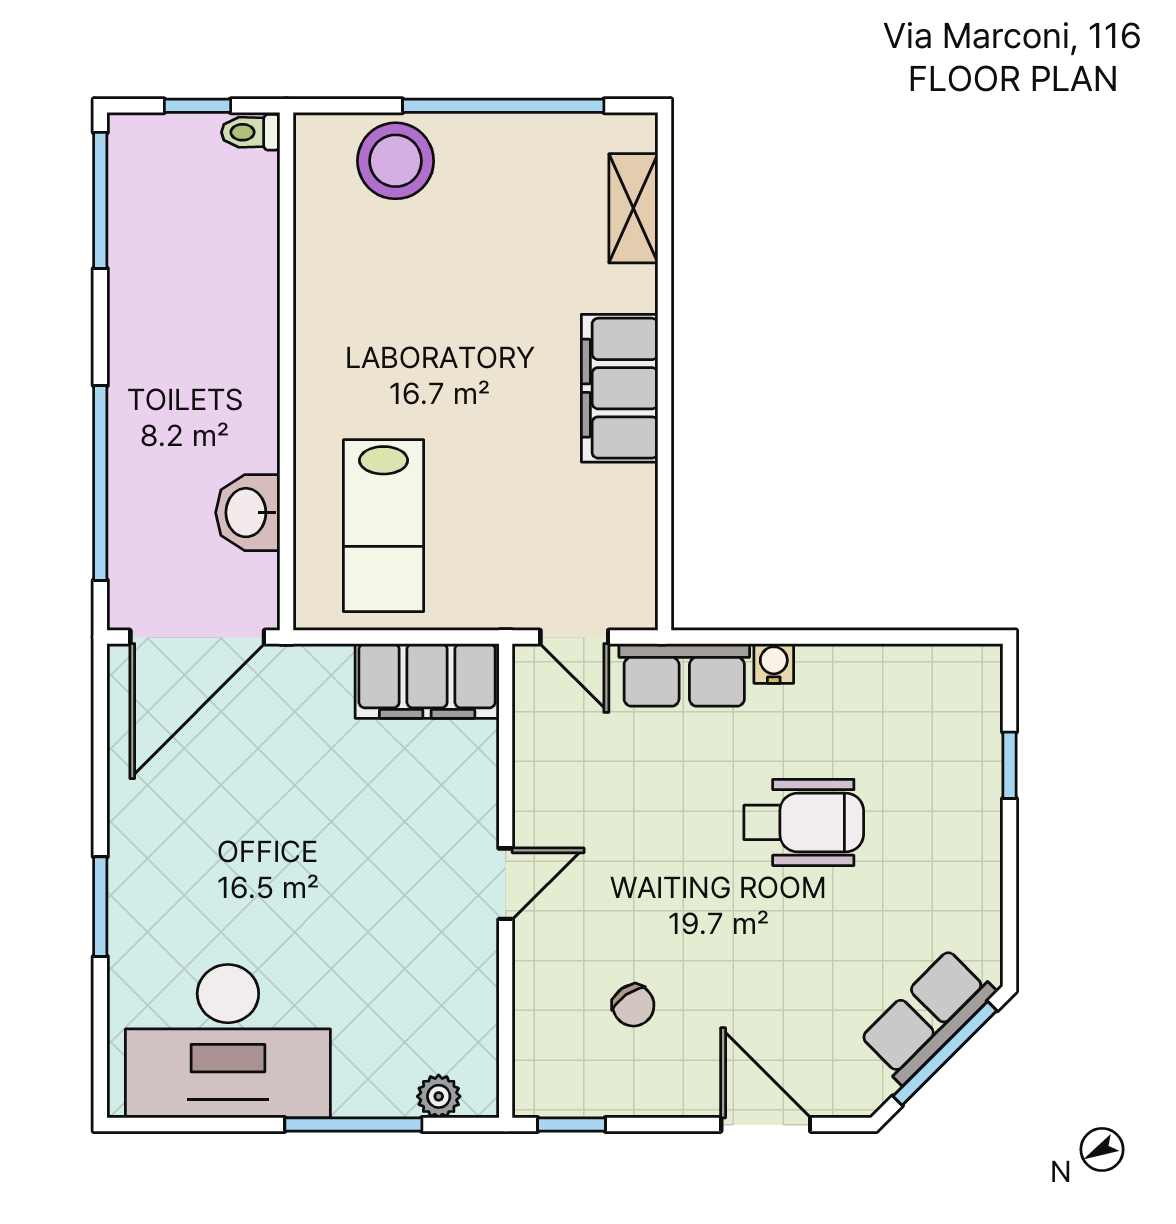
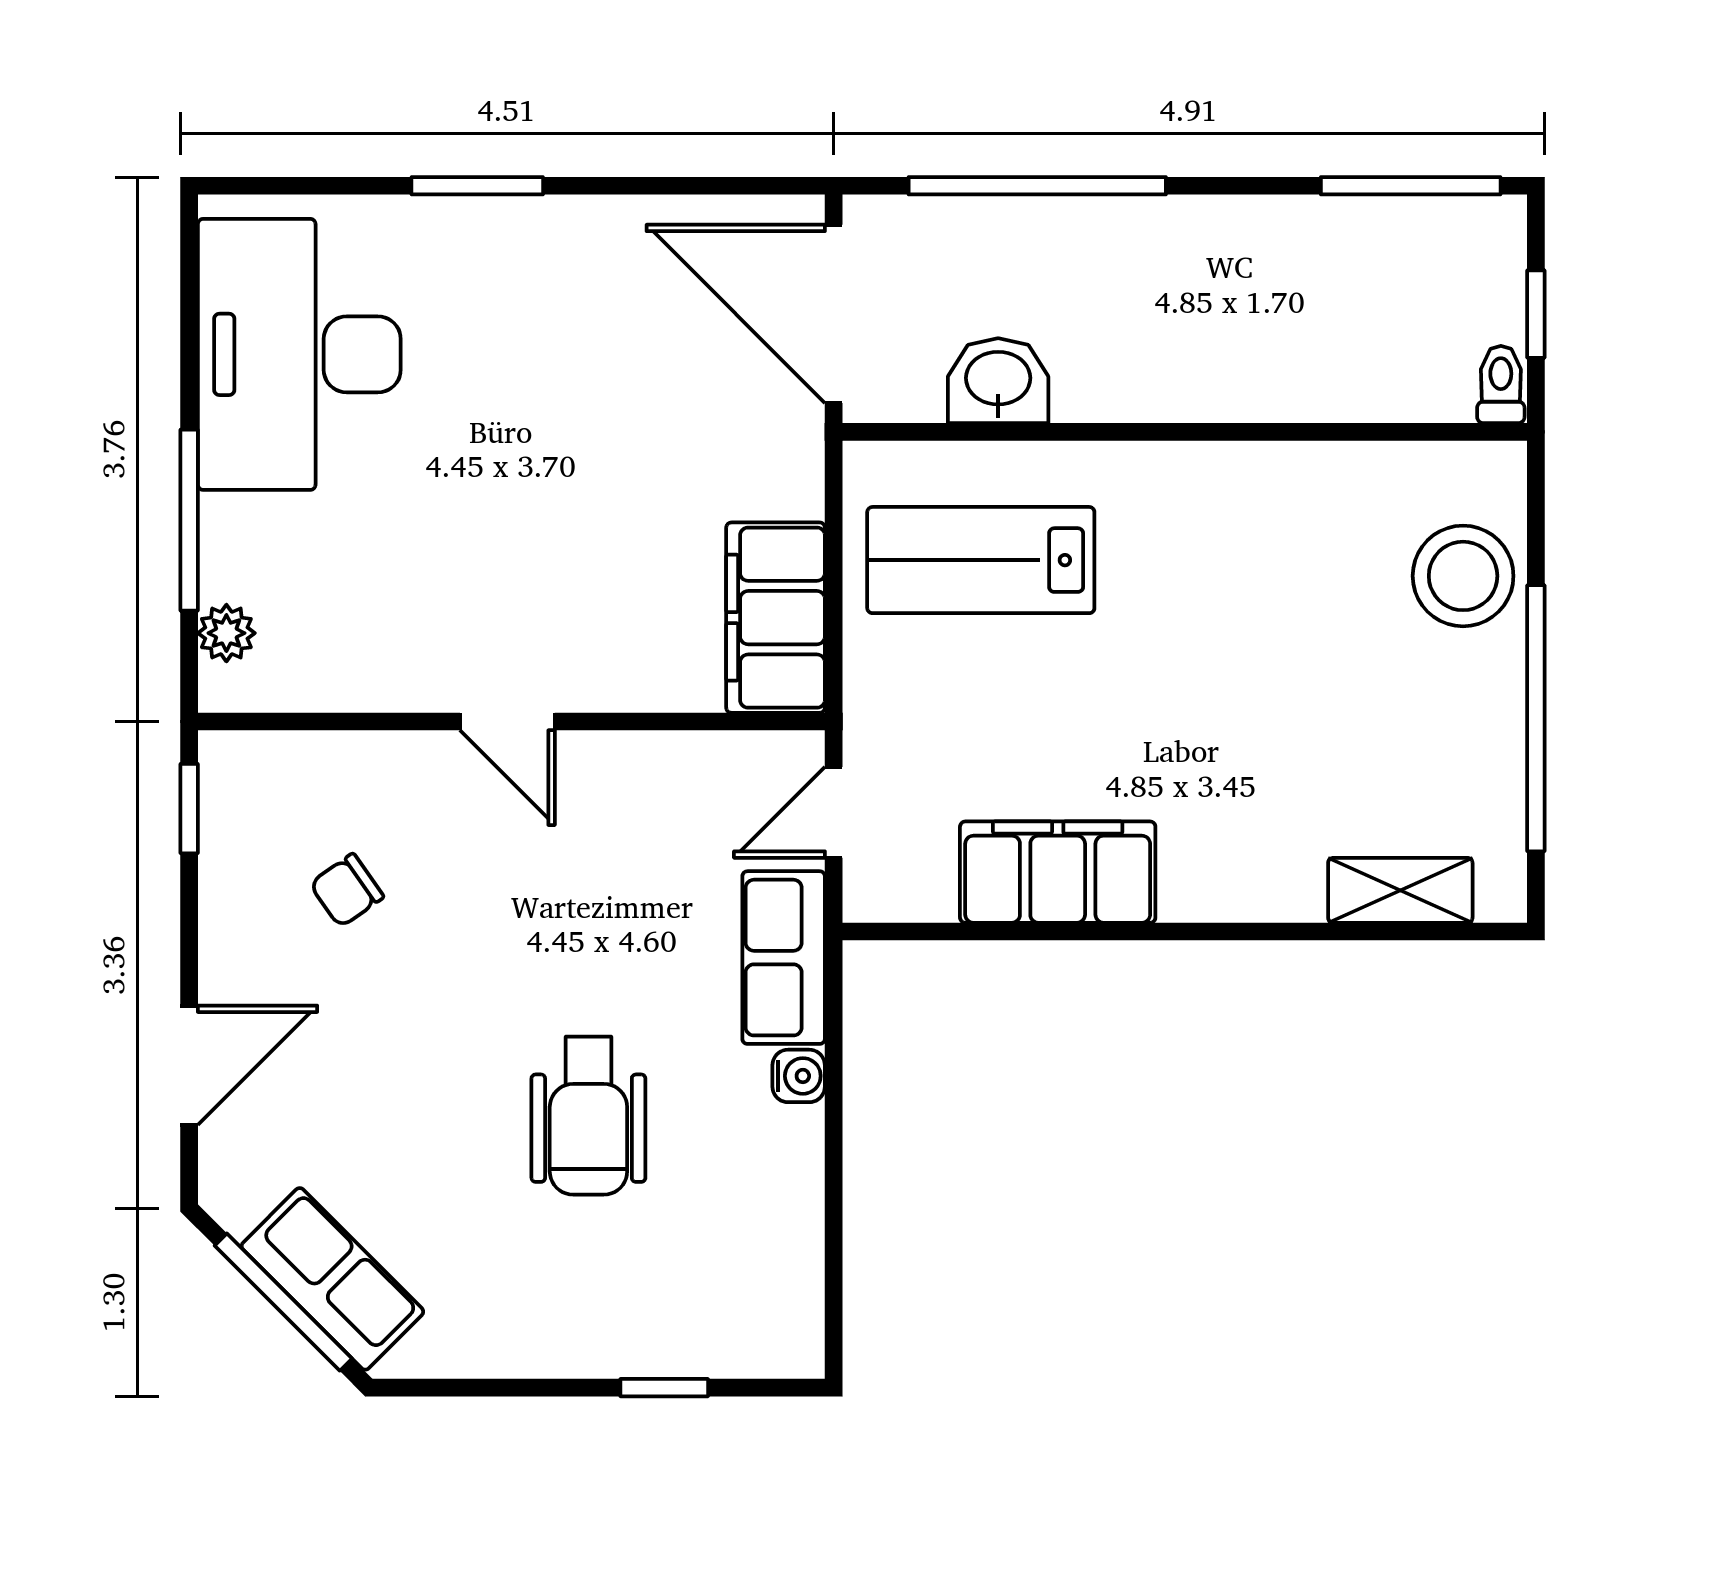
filing cabinet: (620, 388) -> (1058, 872), moved

